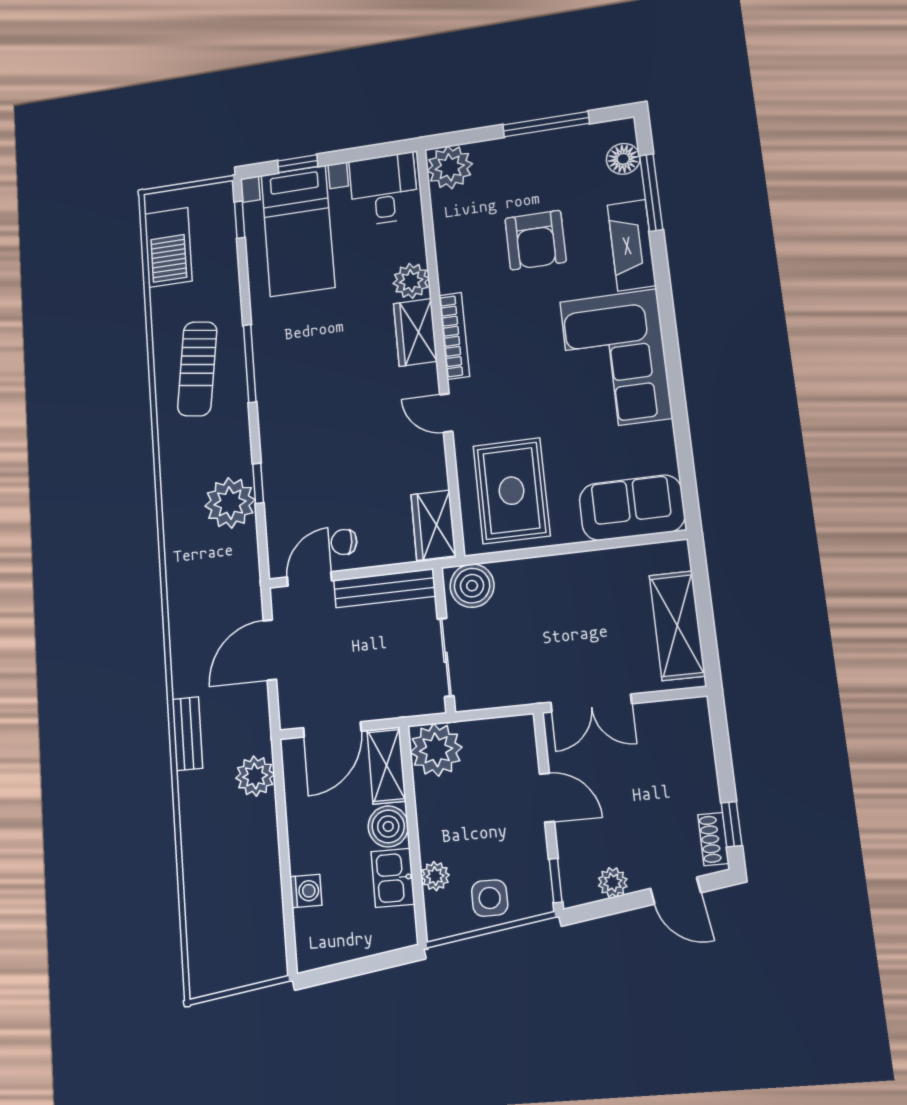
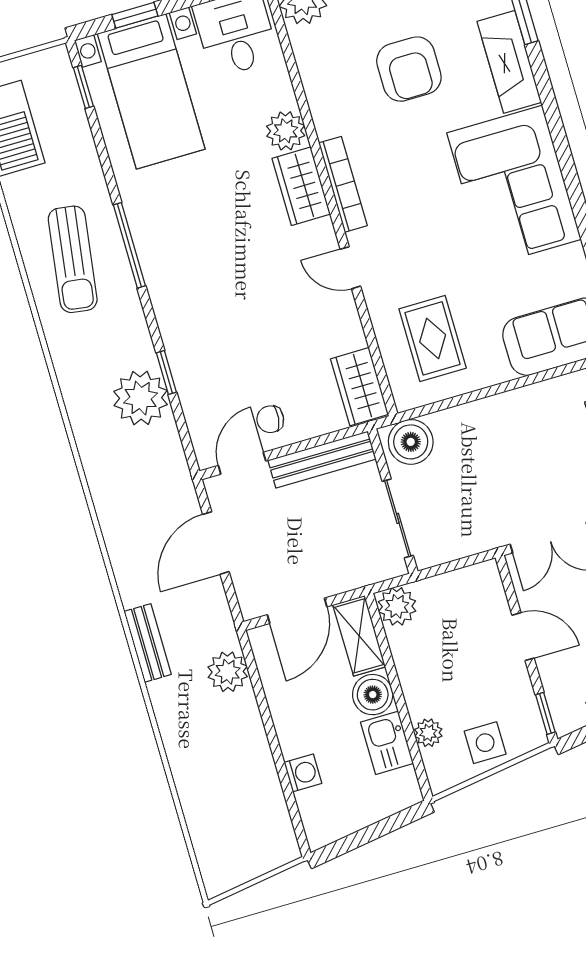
rug: (511, 491) -> (433, 338), width x0.73, depth x0.70
plant: (436, 750) -> (397, 606), width x0.73, depth x0.73

